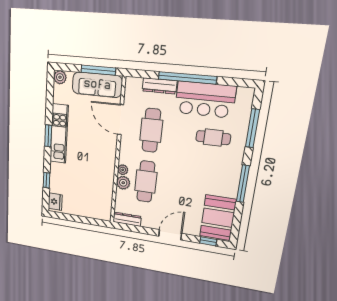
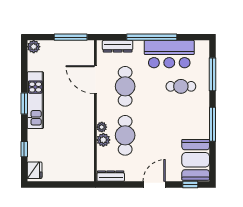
sofa: (97, 85) -> (70, 50), removed
dresser: (159, 86) -> (118, 46), moved

